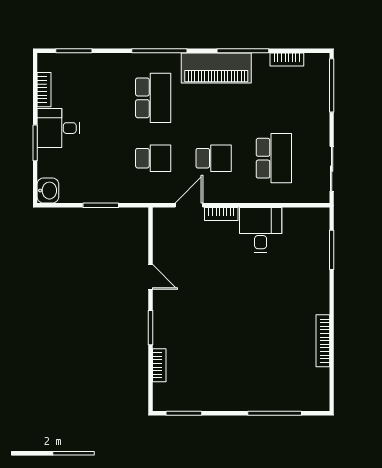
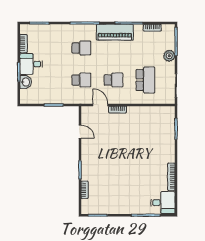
school desk: (153, 98) -> (81, 48), width x0.54
plant: (319, 113) -> (169, 56), added
washbasin: (48, 191) -> (26, 82), moved
door: (189, 205) -> (100, 105), hinge flipped
desk: (261, 230) -> (163, 203), moved, turned 90
door: (150, 277) -> (80, 132), moved

